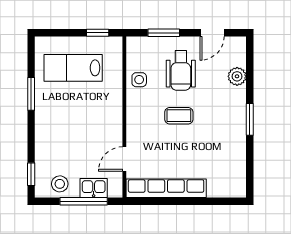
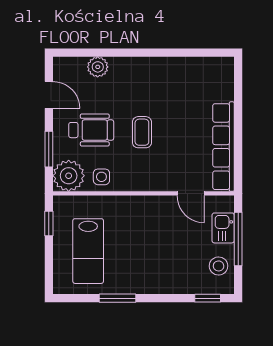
plant: (140, 50) -> (69, 176), added
window: (250, 119) -> (146, 53), removed

